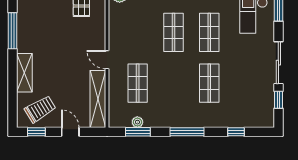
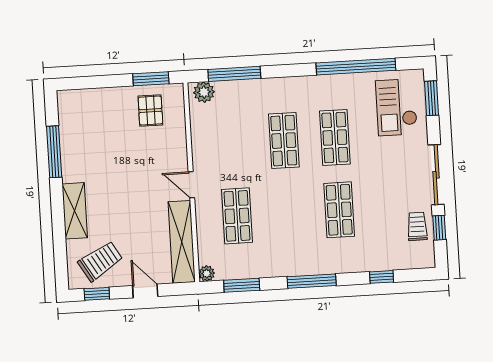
trolley: (263, 98) -> (417, 226), added
plant: (137, 122) -> (207, 273), moved

